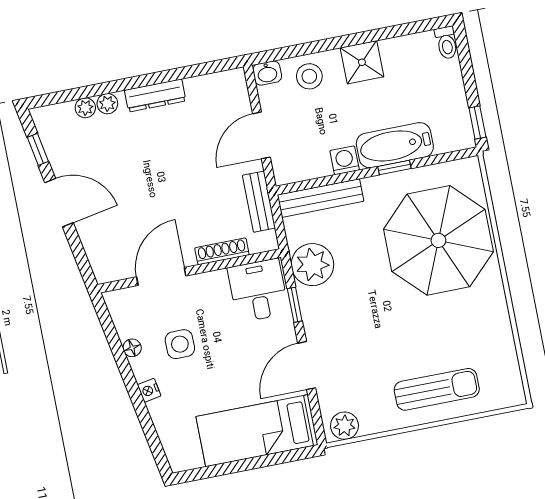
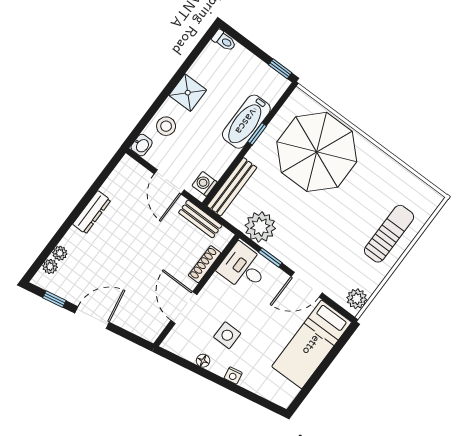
plant: (107, 104) -> (50, 266), moved
washing machine: (345, 160) -> (205, 184), moved
door: (307, 366) -> (307, 285), hinge flipped

